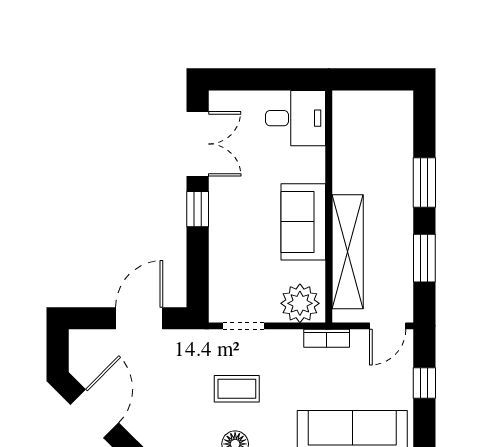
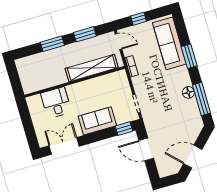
desk: (296, 118) -> (56, 103), moved
window: (198, 209) -> (124, 129), moved
sofa: (303, 222) -> (97, 121), moved, turned 180
plant: (300, 303) -> (120, 82), removed
coffee table: (237, 389) -> (164, 99), removed

